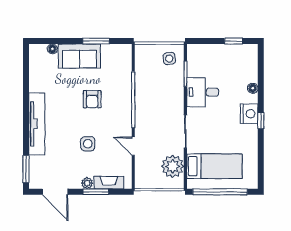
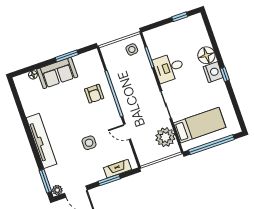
floor lamp: (253, 88) -> (206, 55), width x1.89, depth x1.89
armchair: (92, 99) -> (94, 94), moved
plant: (87, 183) -> (57, 190), moved

